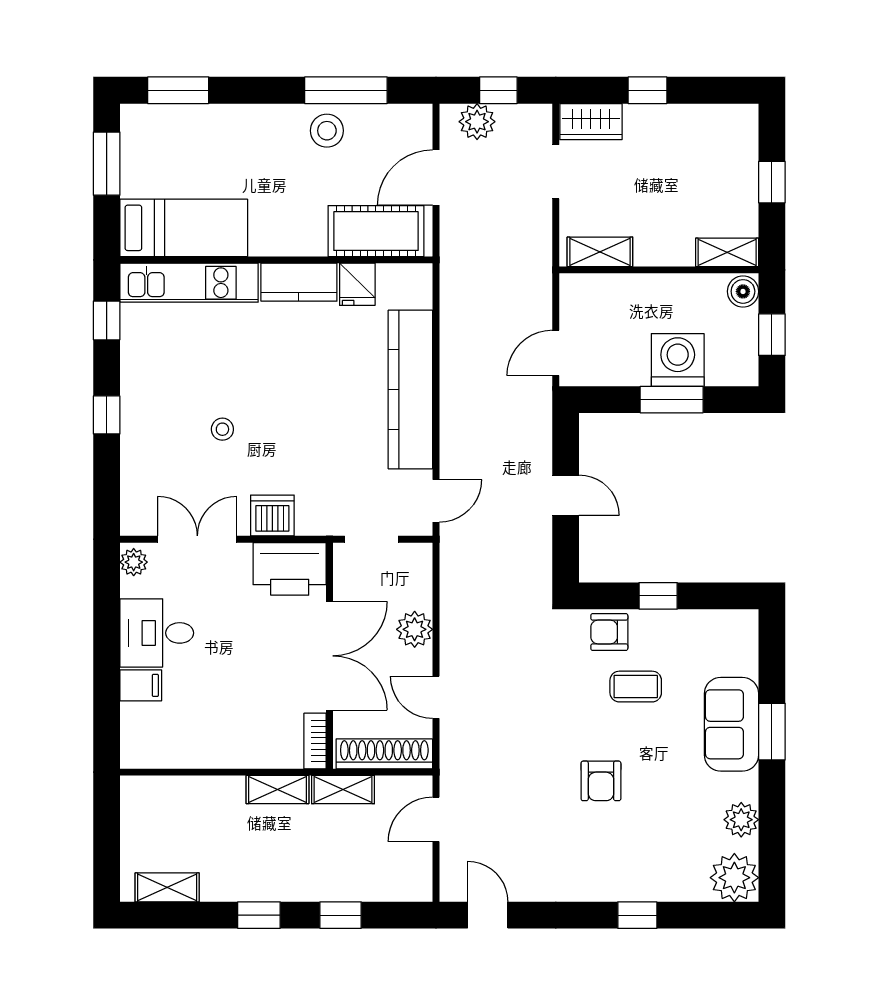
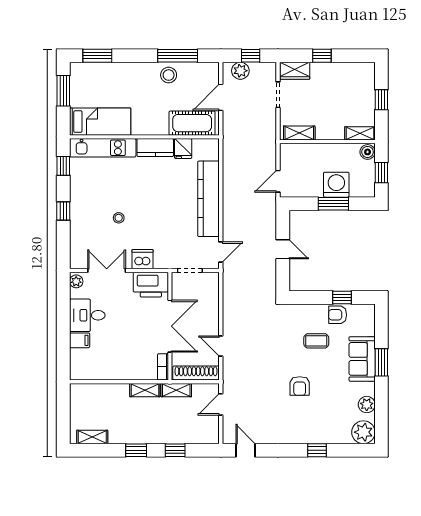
window: (658, 596) -> (342, 297), moved
plant: (415, 629) -> (211, 314), removed
armchair: (609, 632) -> (338, 315), moved

